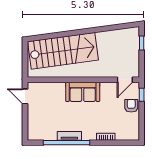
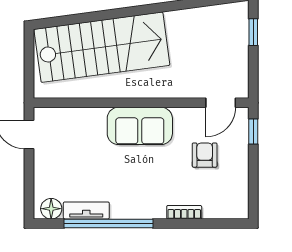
armchair: (131, 106) -> (205, 155), moved
floor lamp: (37, 135) -> (51, 209), added
tv unit: (69, 136) -> (86, 210), moved

